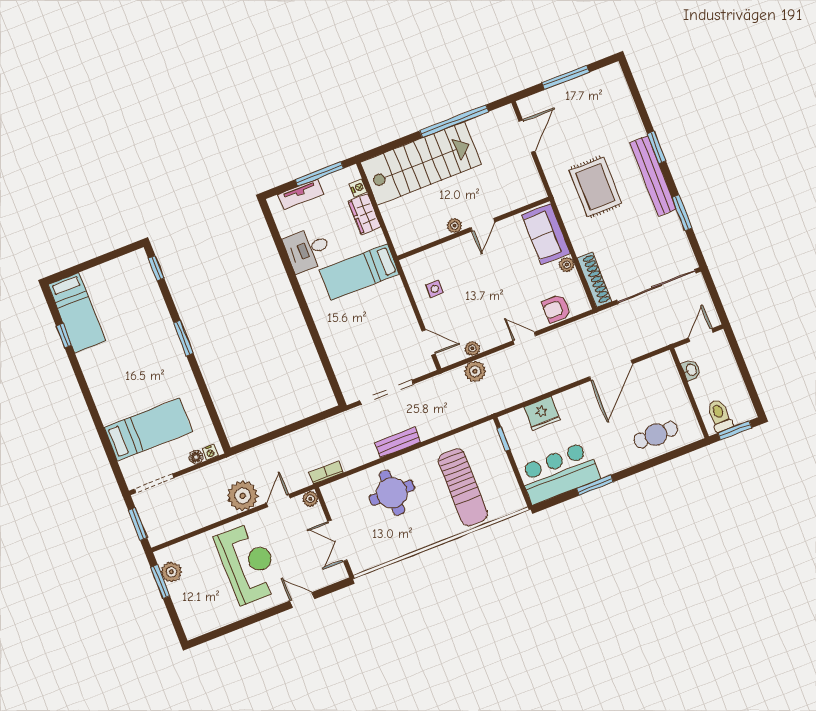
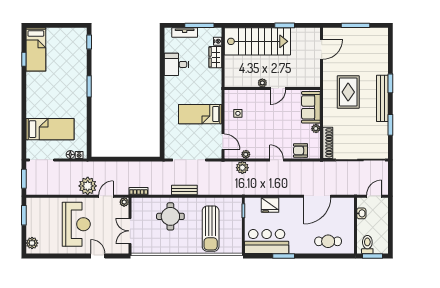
window: (454, 121) -> (285, 25), width x0.47
bed: (359, 272) -> (200, 114), moved
plant: (171, 572) -> (32, 243), moved

